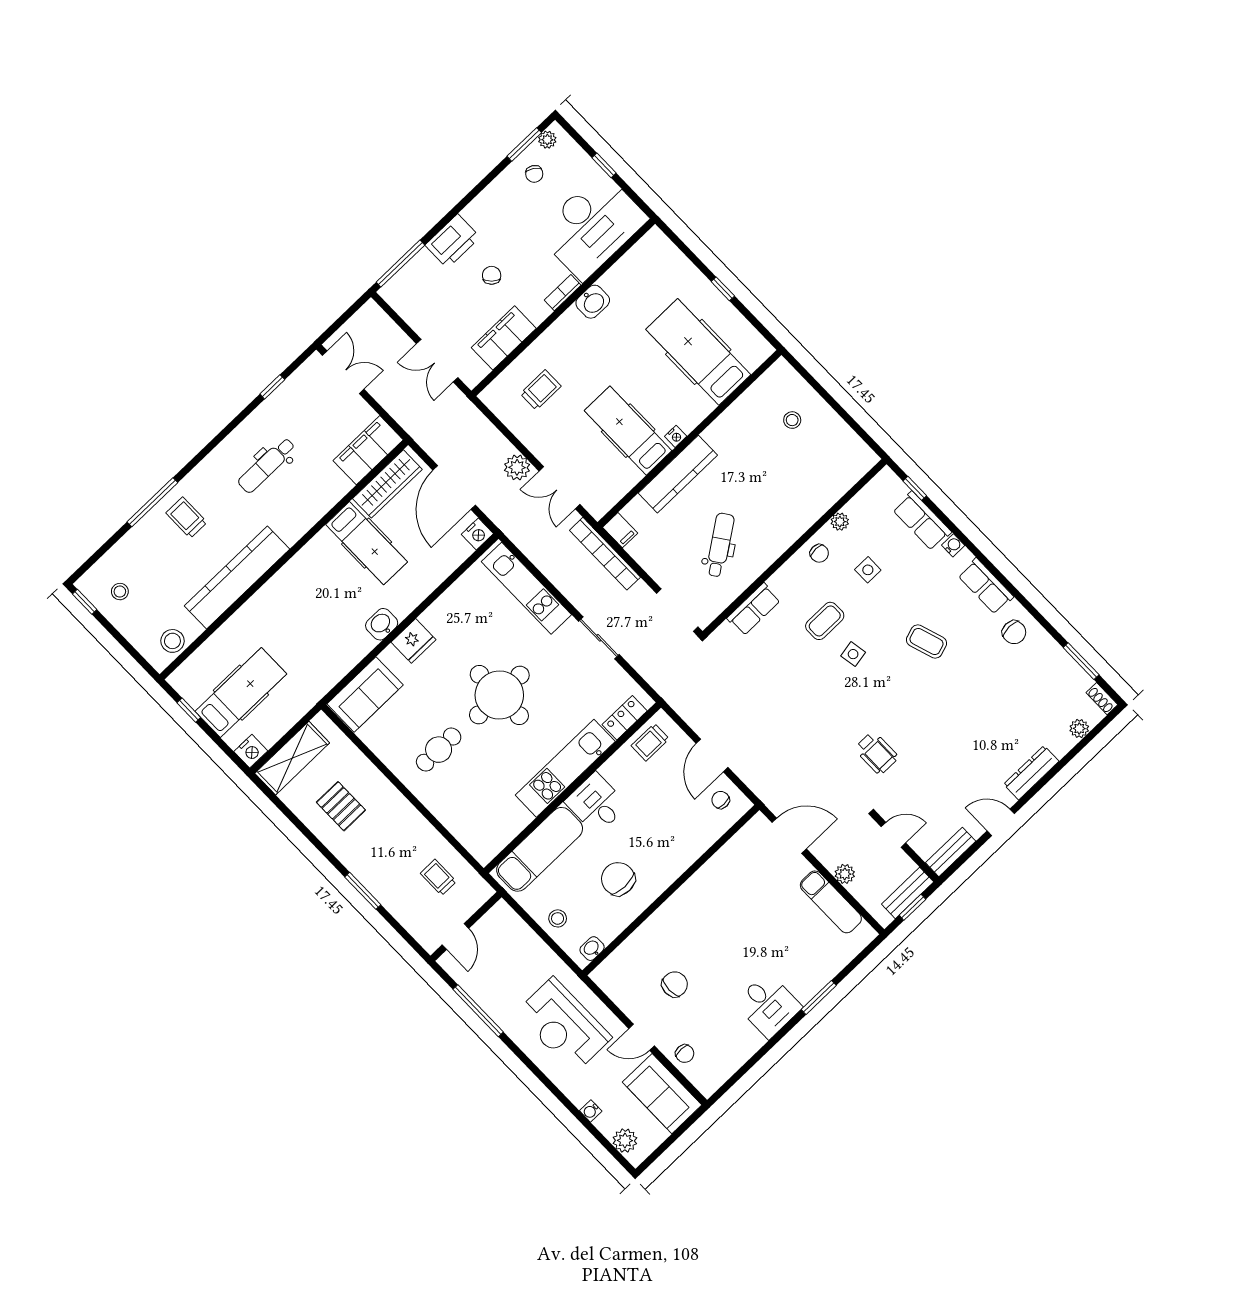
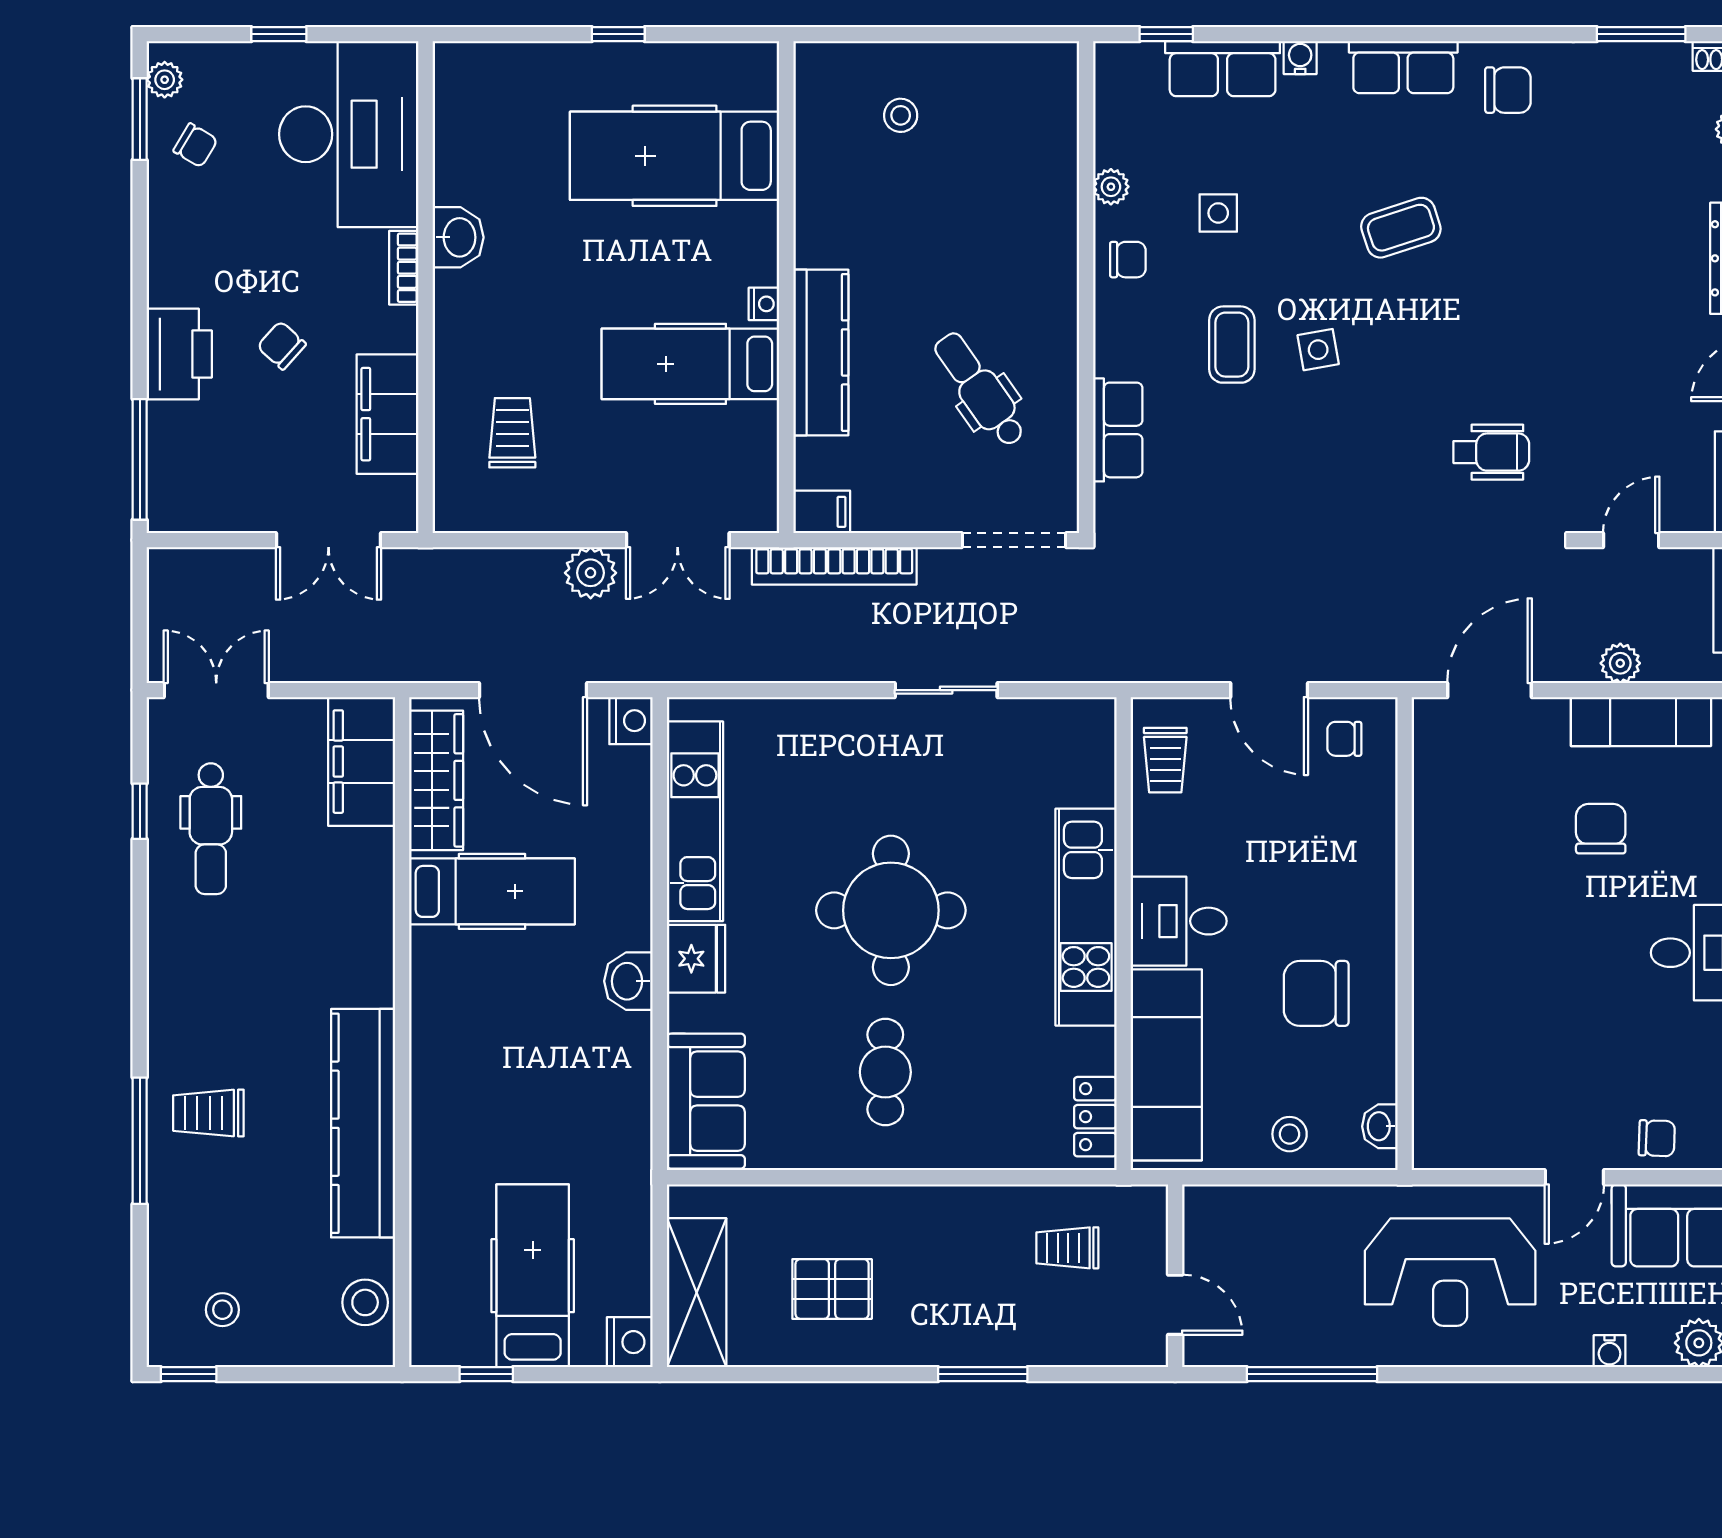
dental chair: (267, 465) -> (211, 829), moved
kitchen unit: (526, 588) -> (695, 821), moved, turned -90
locker: (625, 718) -> (1095, 1117), moved
chair: (675, 984) -> (1601, 829), moved

